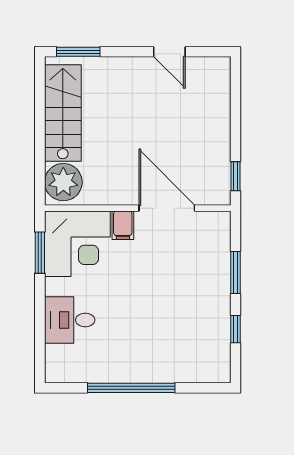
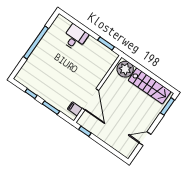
door: (167, 208) -> (91, 99), hinge flipped
filing cabinet: (123, 225) -> (75, 109), moved
corner desk: (77, 244) -> (100, 59), removed

